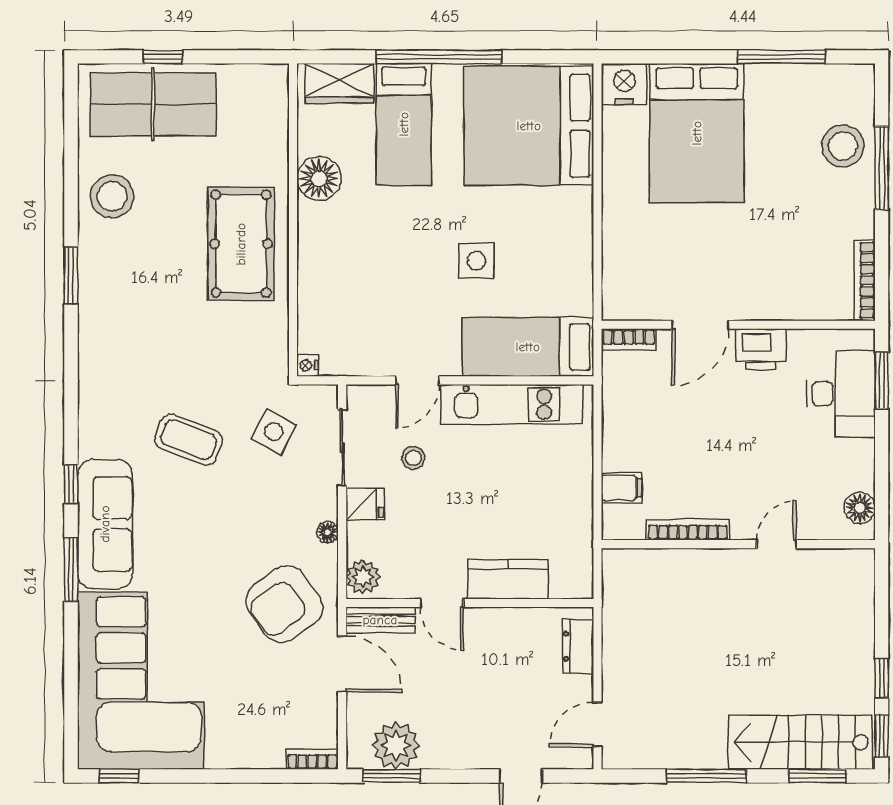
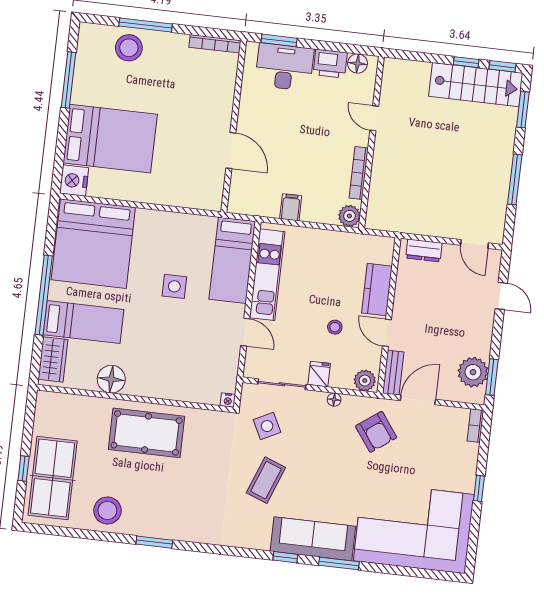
bookcase: (629, 340) -> (235, 196), removed
printer: (761, 349) -> (330, 64), moved, turned 90
side table: (274, 432) -> (267, 426), turned 35
stool: (413, 458) -> (335, 327), moved
filing cabinet: (622, 488) -> (291, 207), moved
plant: (619, 523) -> (349, 216), added
door: (442, 603) -> (387, 333), swing flipped
armchair: (284, 604) -> (376, 432), width x0.73, depth x0.73
stairs: (800, 742) -> (476, 85), moved, turned -90
window: (119, 776) -> (479, 488), moved

